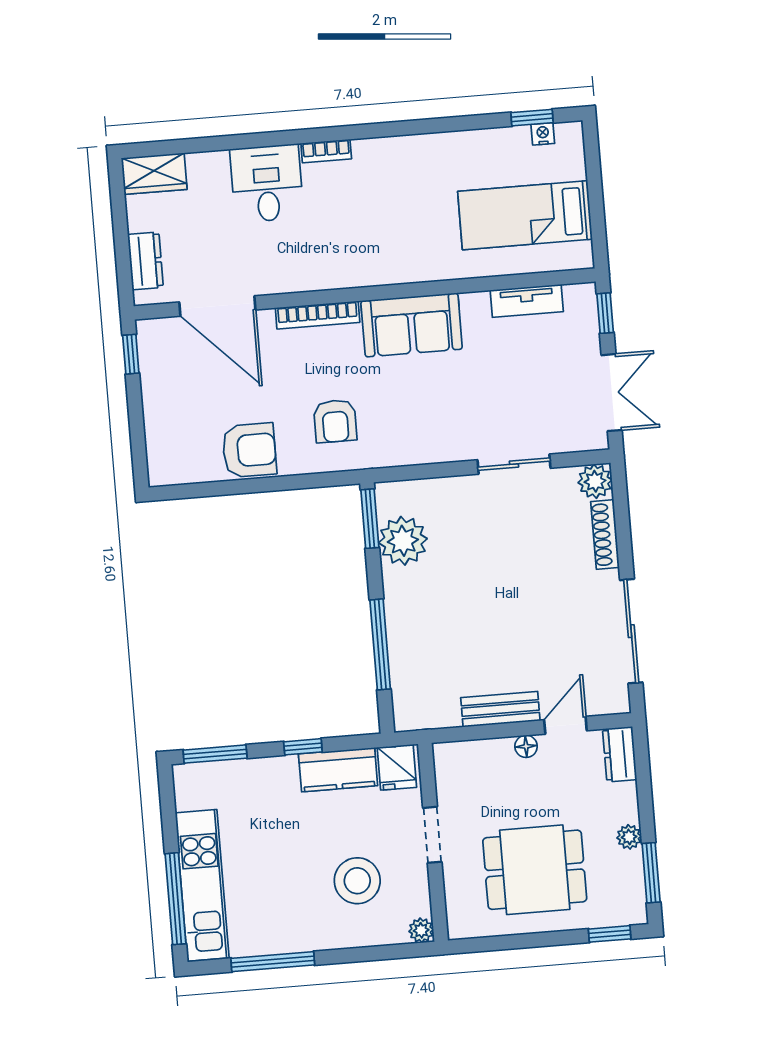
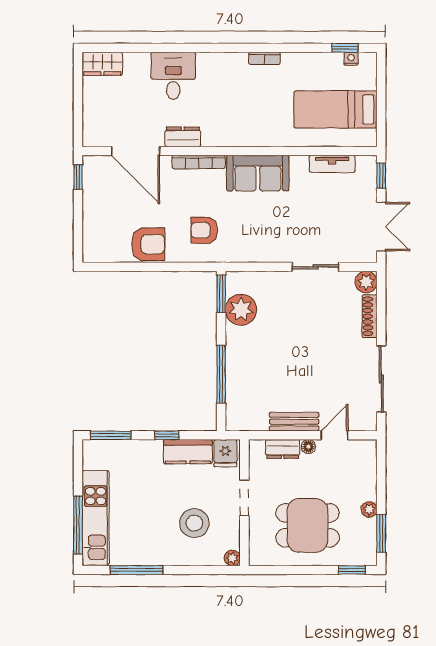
bookcase: (326, 151) -> (264, 58), moved
dresser: (145, 261) -> (183, 137), moved, turned -90
armchair: (335, 421) -> (204, 230), turned 90
dresser: (620, 754) -> (283, 449), moved, turned -90

